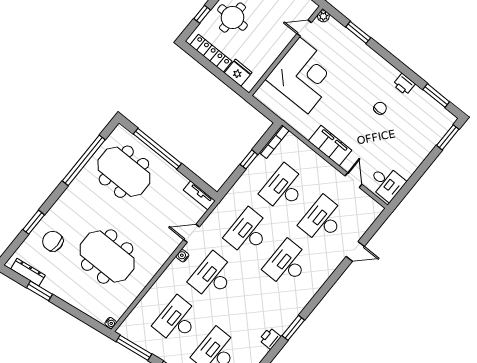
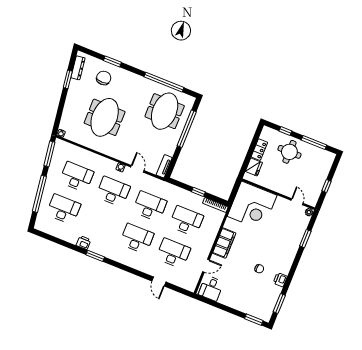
locker: (211, 53) -> (259, 150), width x0.66
corner desk: (304, 75) -> (252, 206), moved

